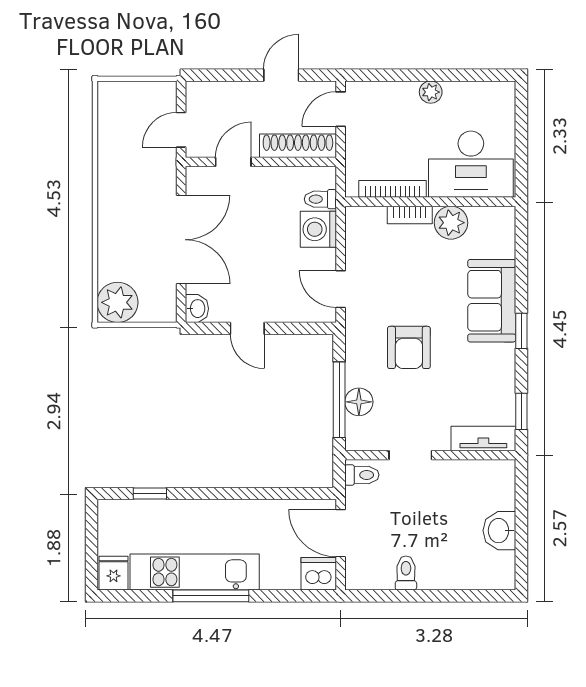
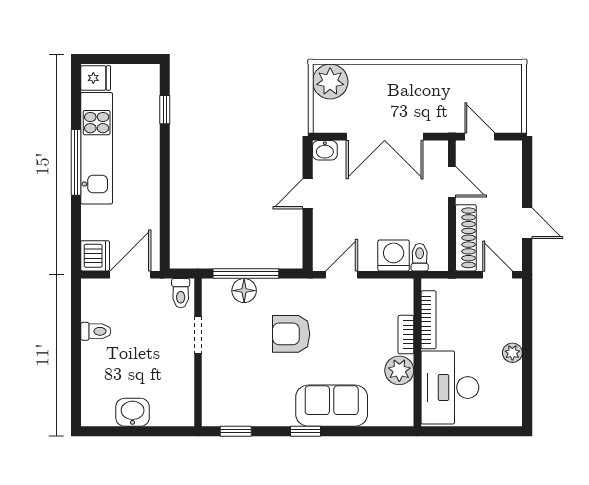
tv unit: (483, 438) -> (212, 398), removed

